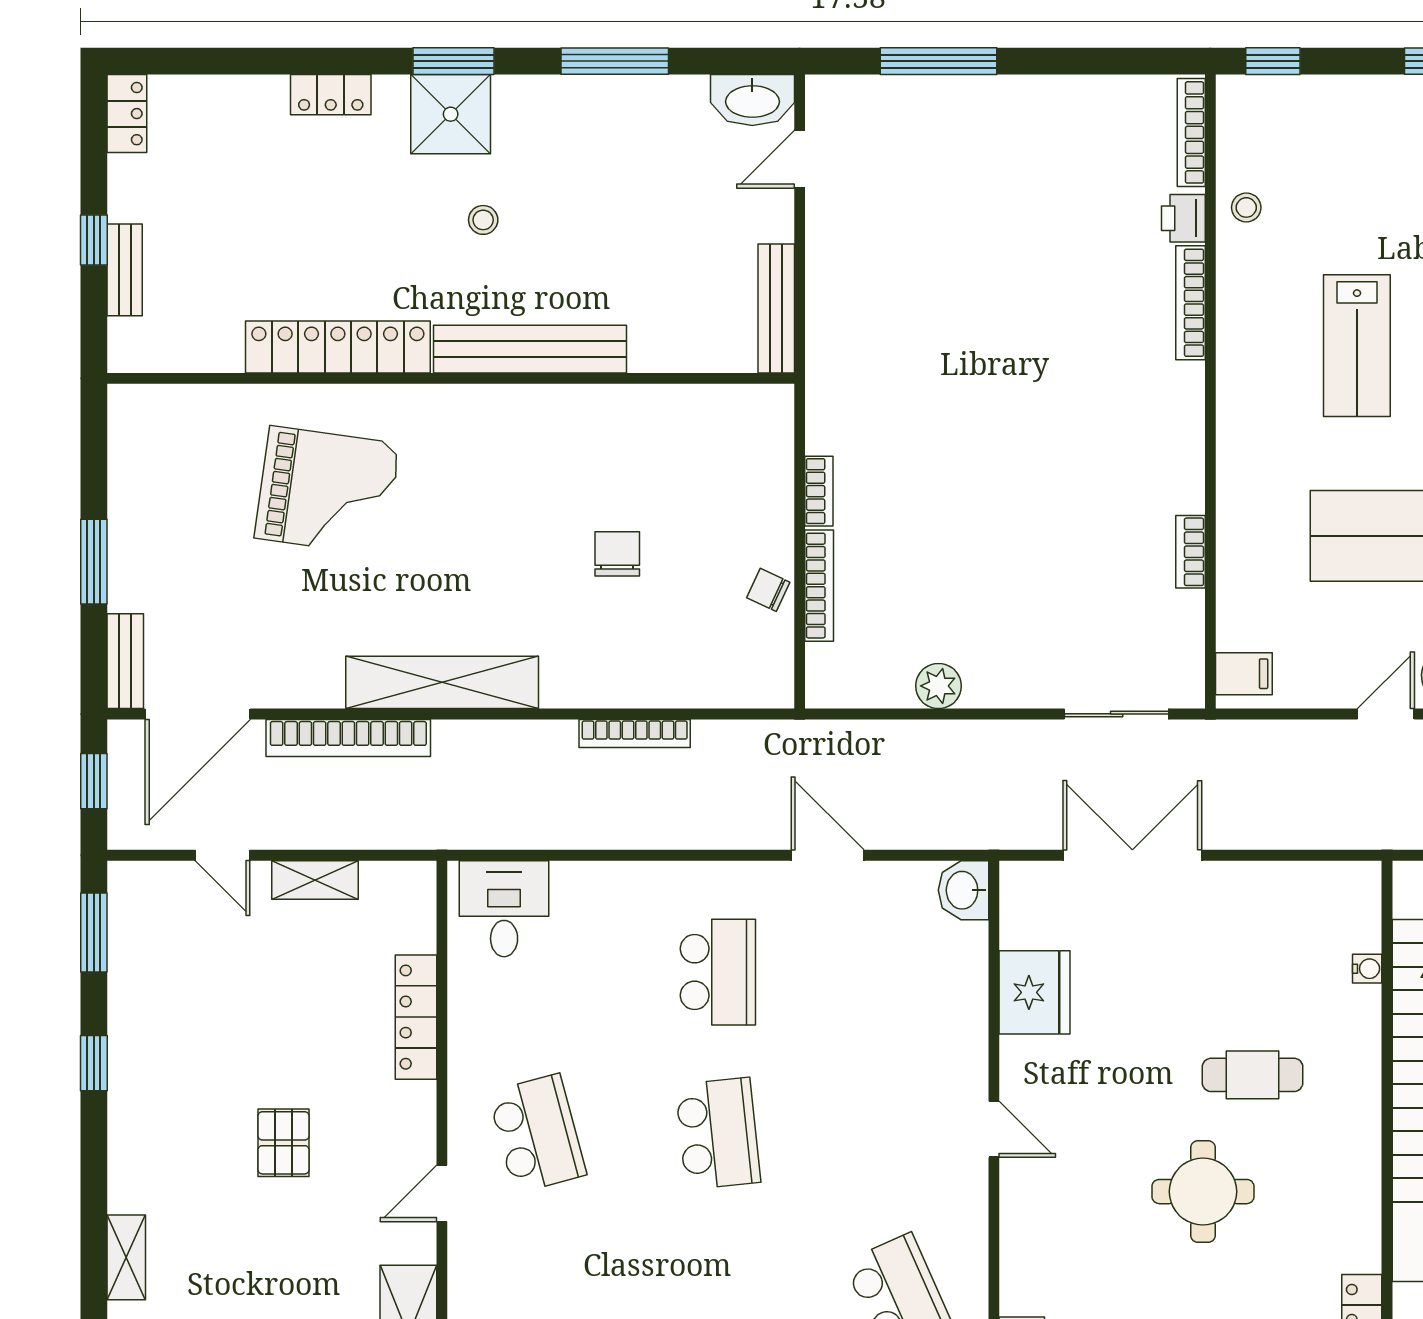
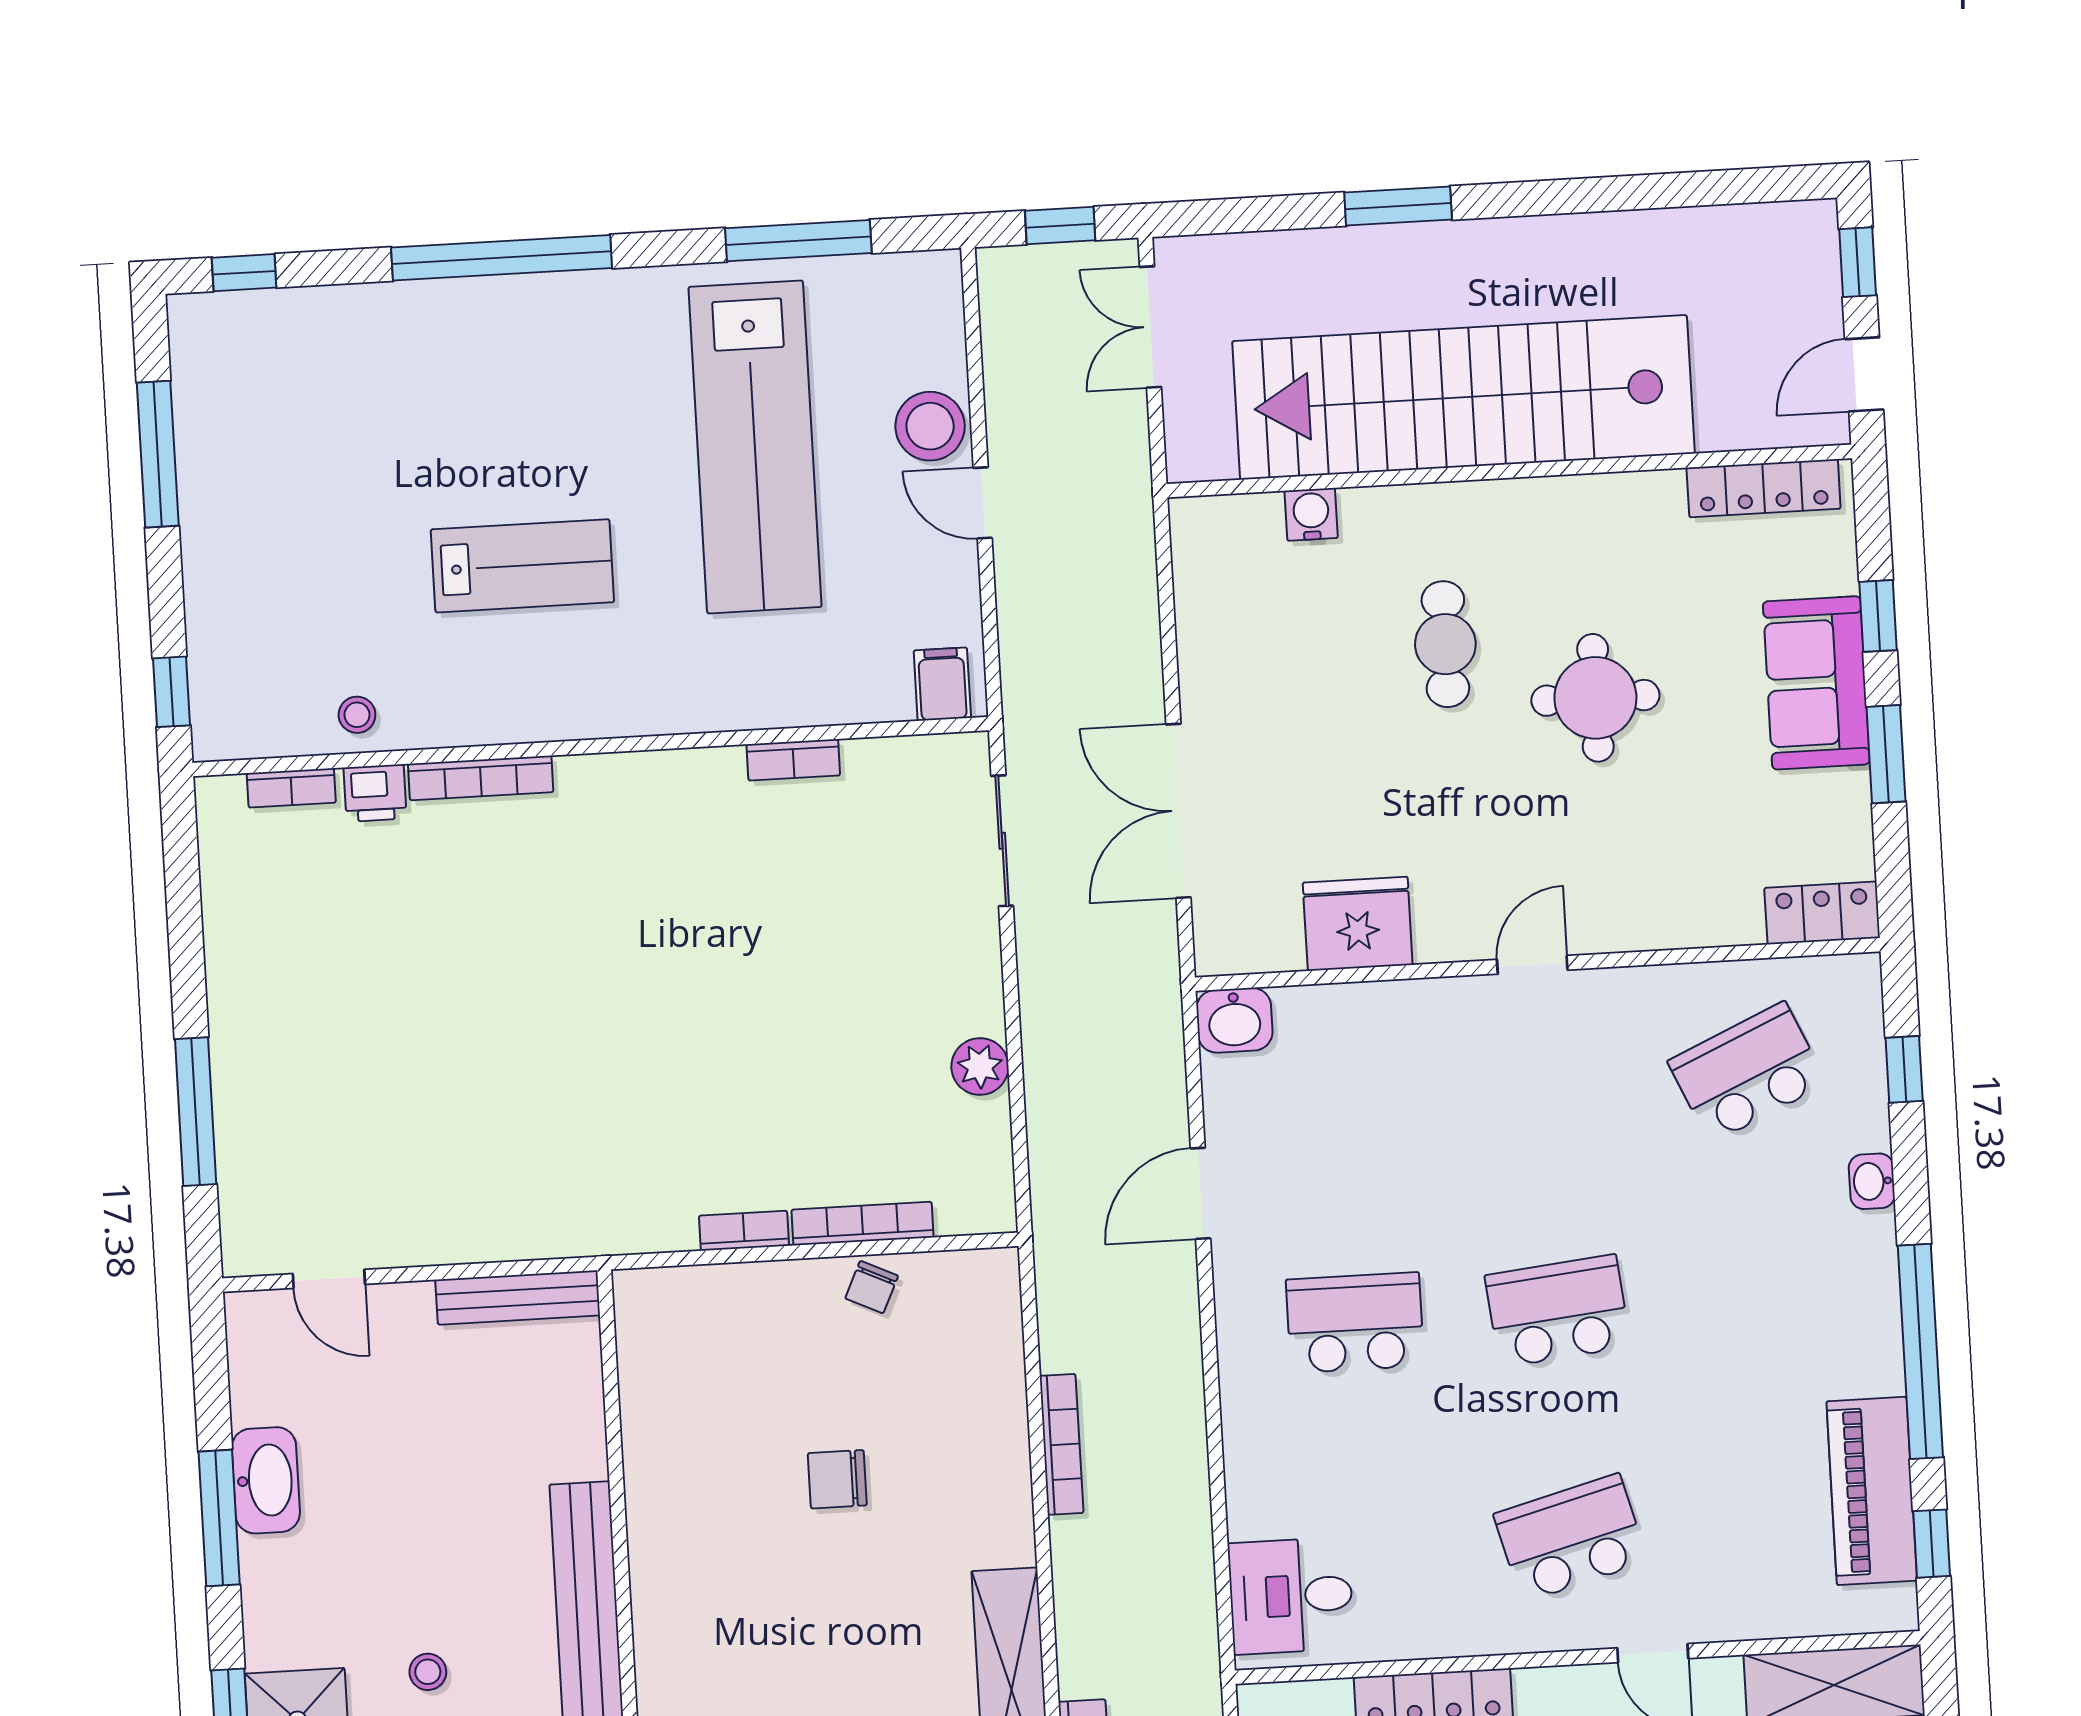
washbasin: (752, 100) -> (266, 1480), moved
bookcase: (1191, 132) -> (291, 788), width x0.64
water cooler: (1367, 969) -> (1311, 514), width x1.38, depth x1.38

